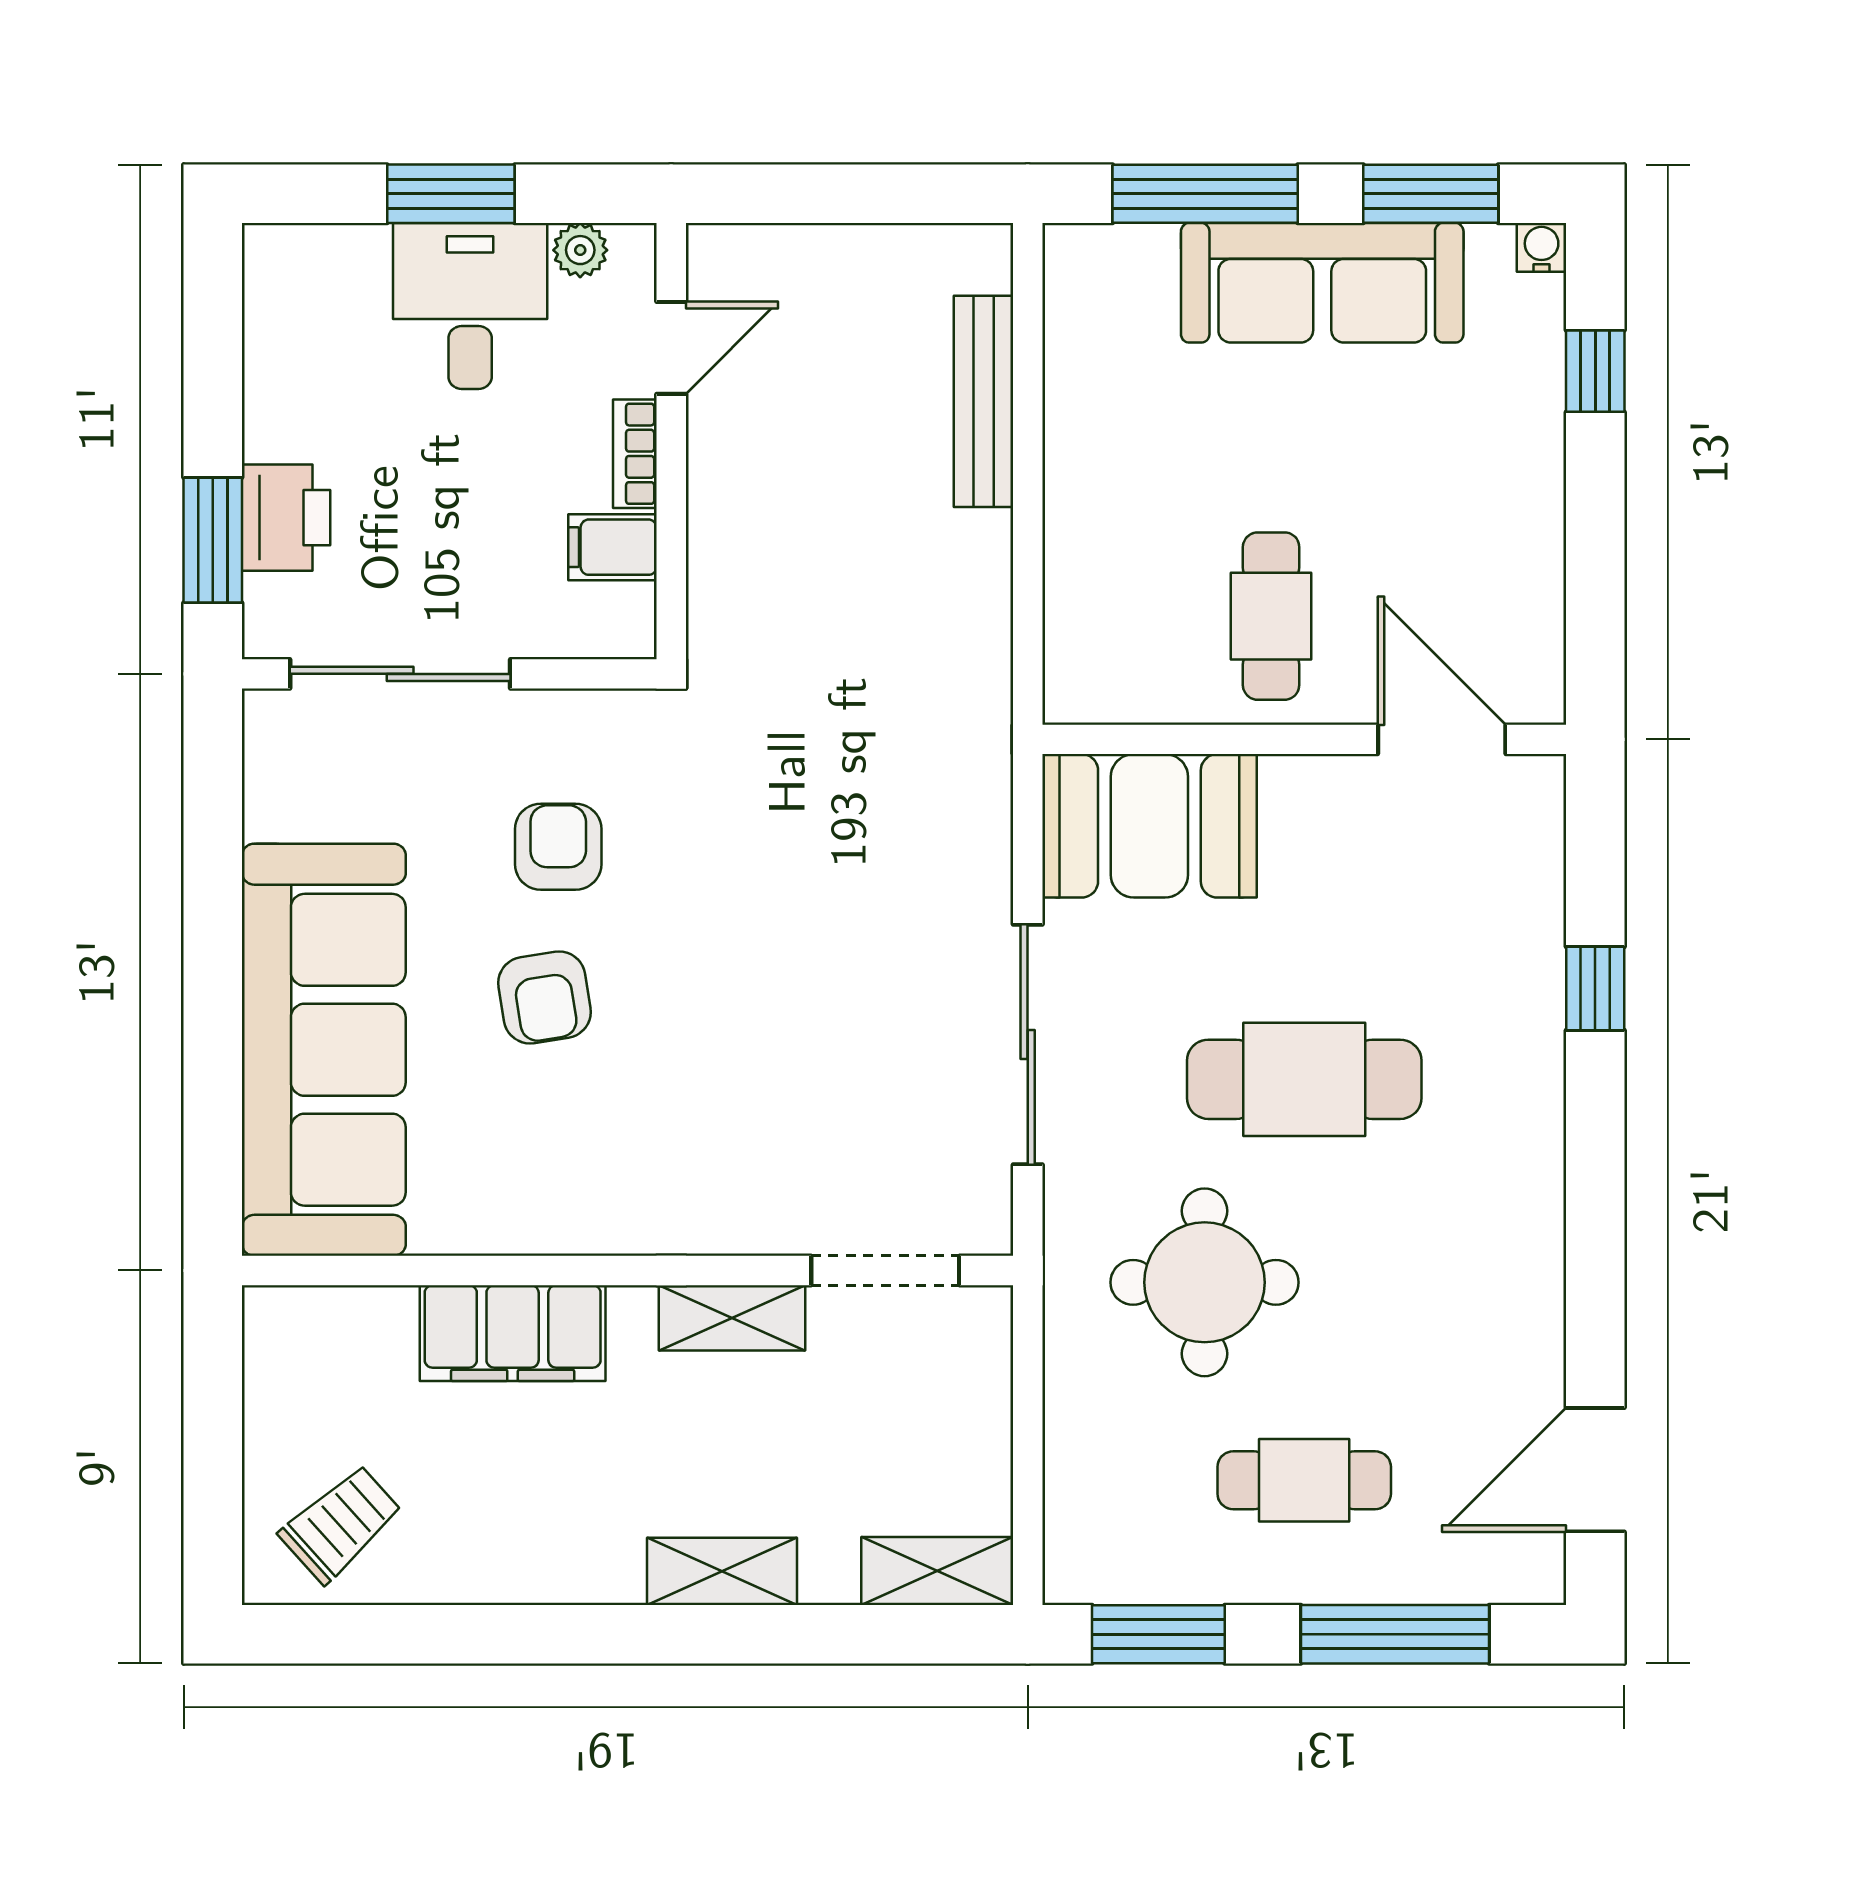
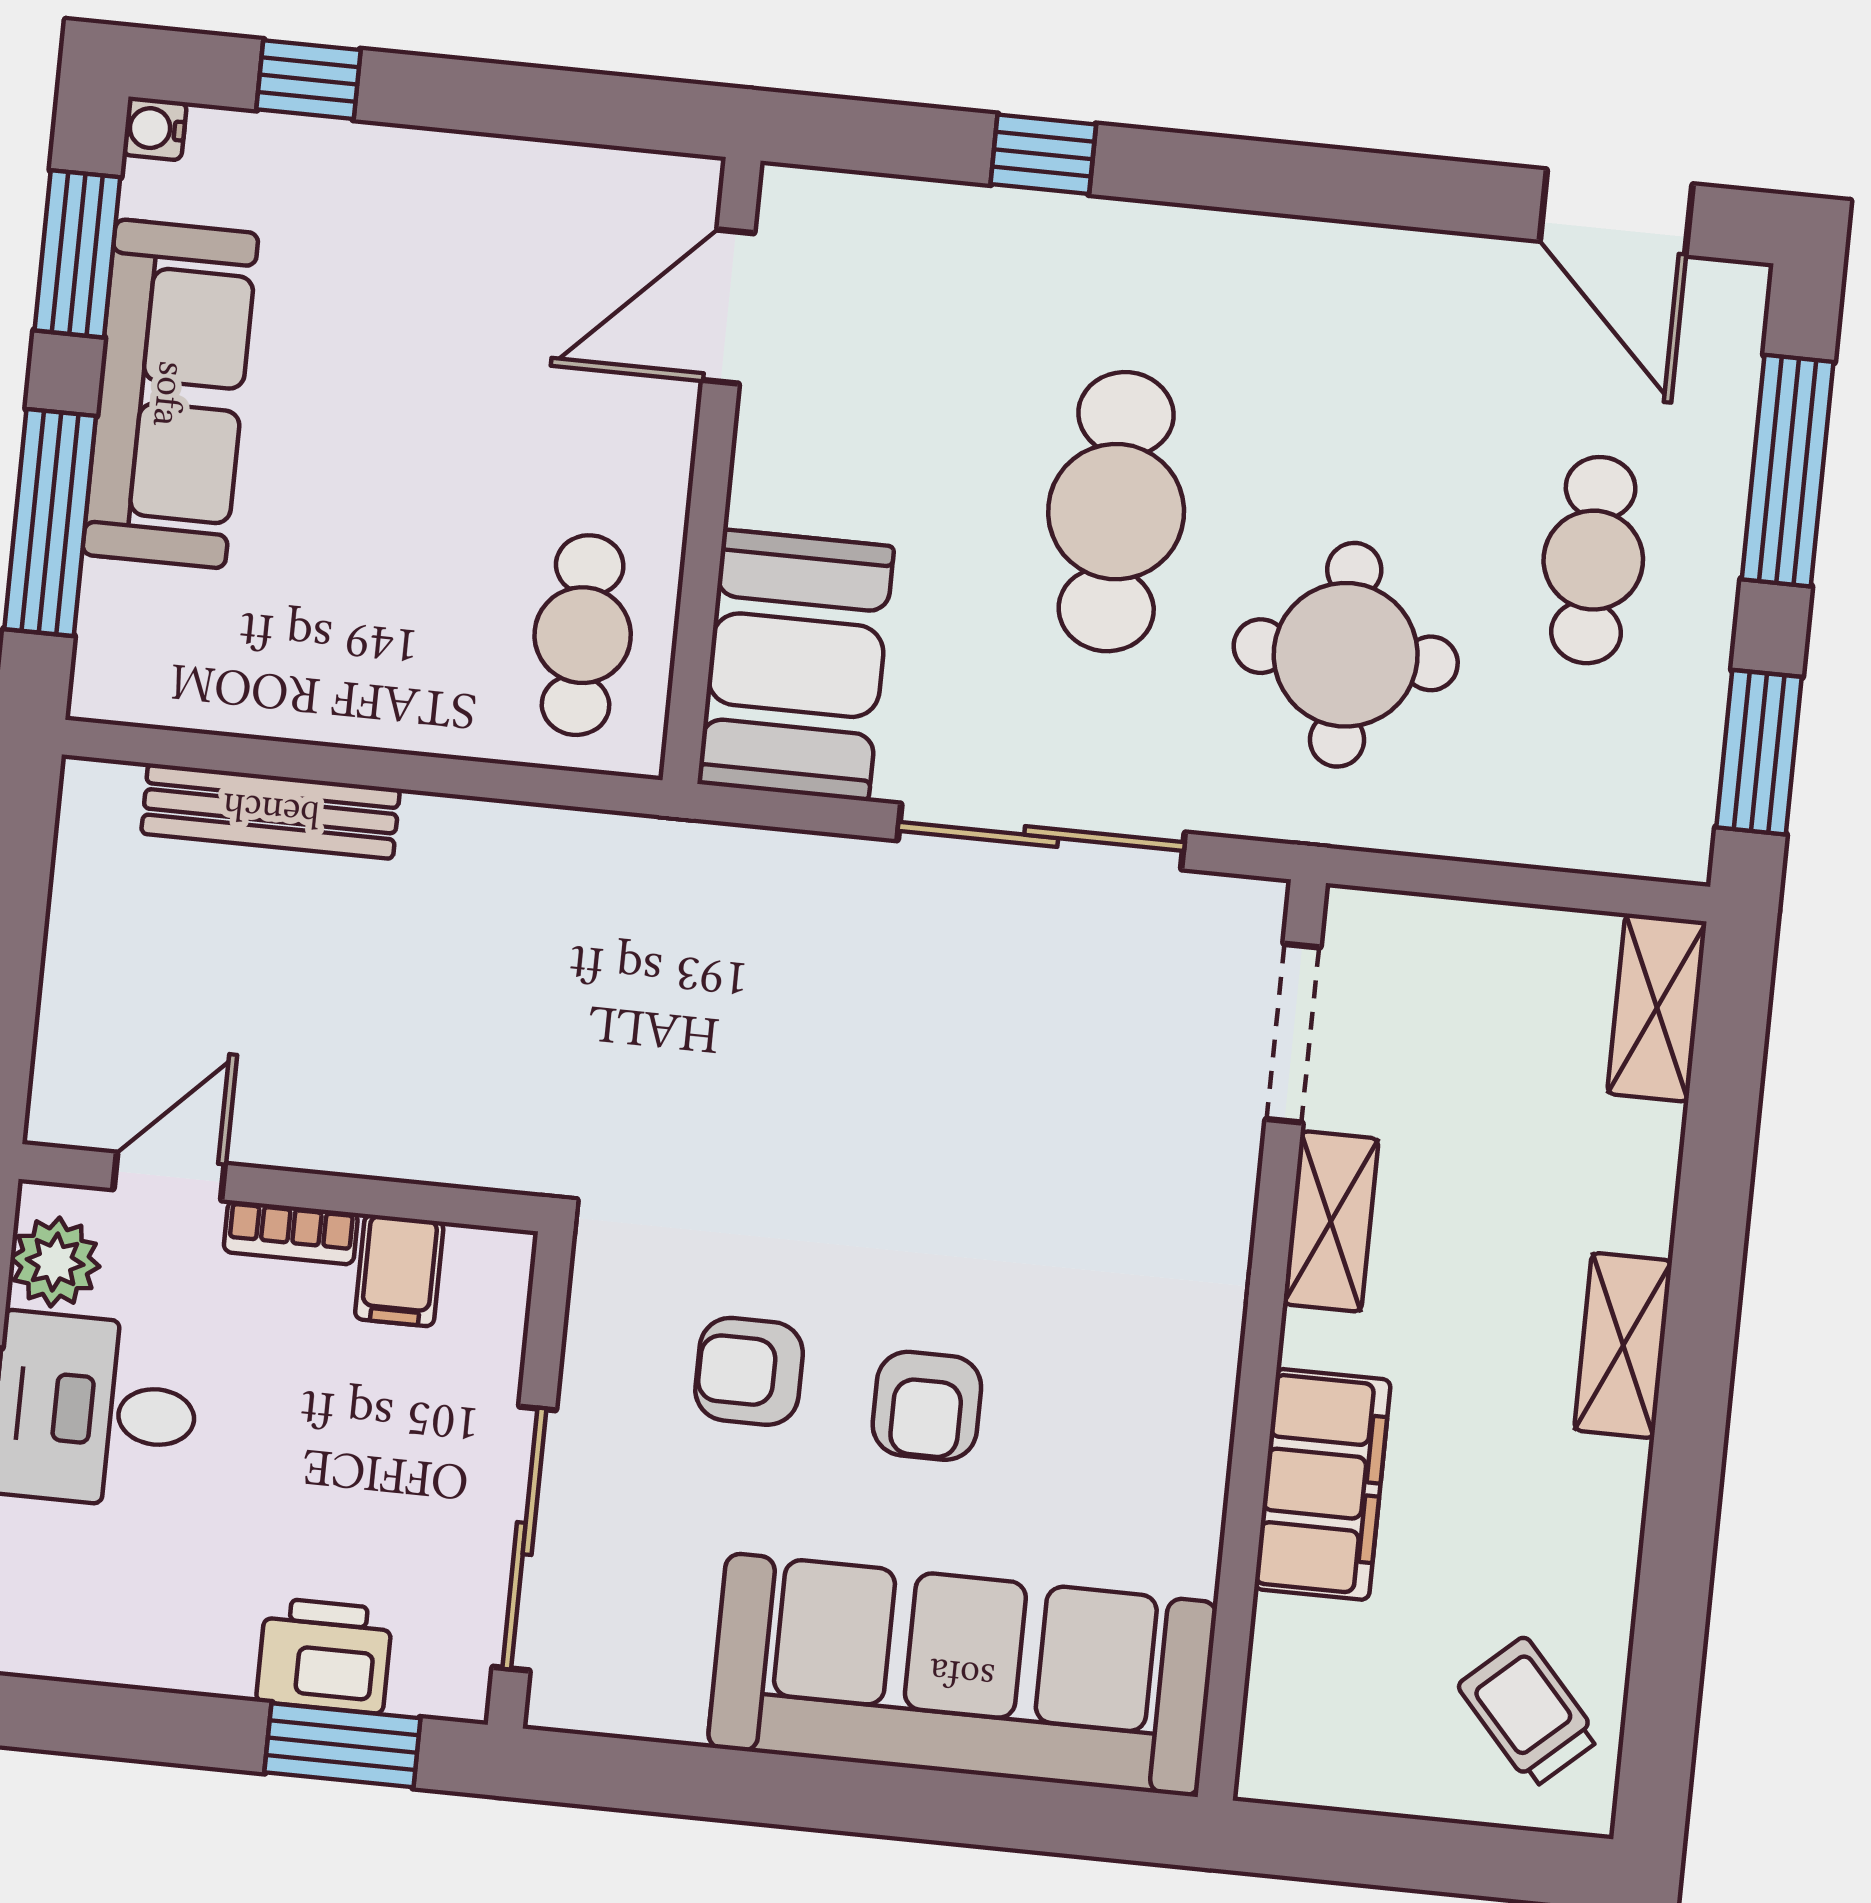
plant: (580, 250) -> (55, 1262), width x1.38, depth x1.38
door: (671, 348) -> (169, 1177), hinge flipped
cafe table: (1271, 616) -> (583, 635), moved, turned 90
armchair: (545, 997) -> (927, 1406), turned 99
shelving: (722, 1571) -> (1623, 1345), moved

